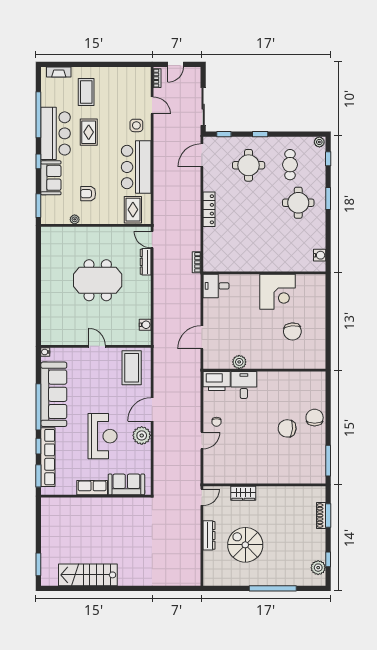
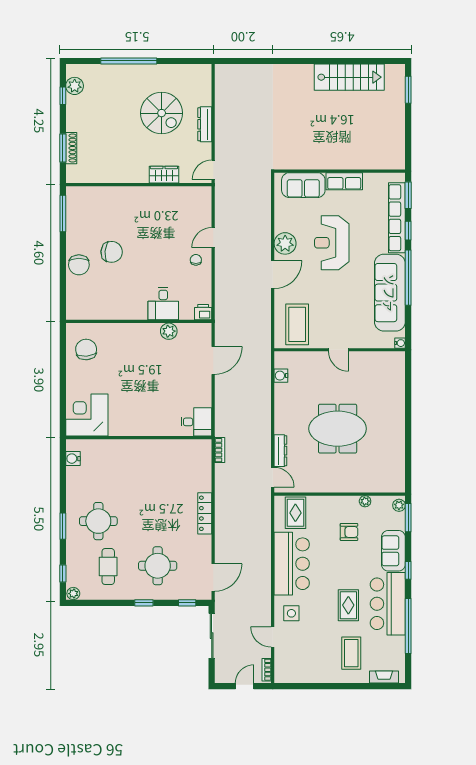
plant: (46, 216) -> (399, 505), added
corner desk: (277, 292) -> (87, 415), moved
chair: (292, 331) -> (86, 349), moved
printer: (217, 381) -> (203, 312), width x0.53, depth x0.68

